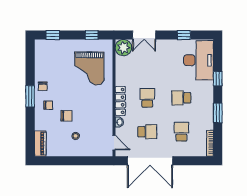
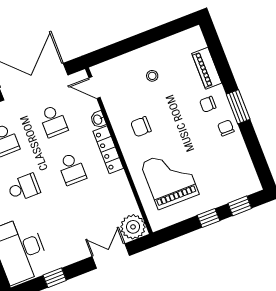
window: (92, 35) -> (208, 218), moved
chair: (66, 116) -> (141, 127), moved
school desk: (147, 132) -> (53, 121), turned -90
piano: (40, 144) -> (207, 68), moved

